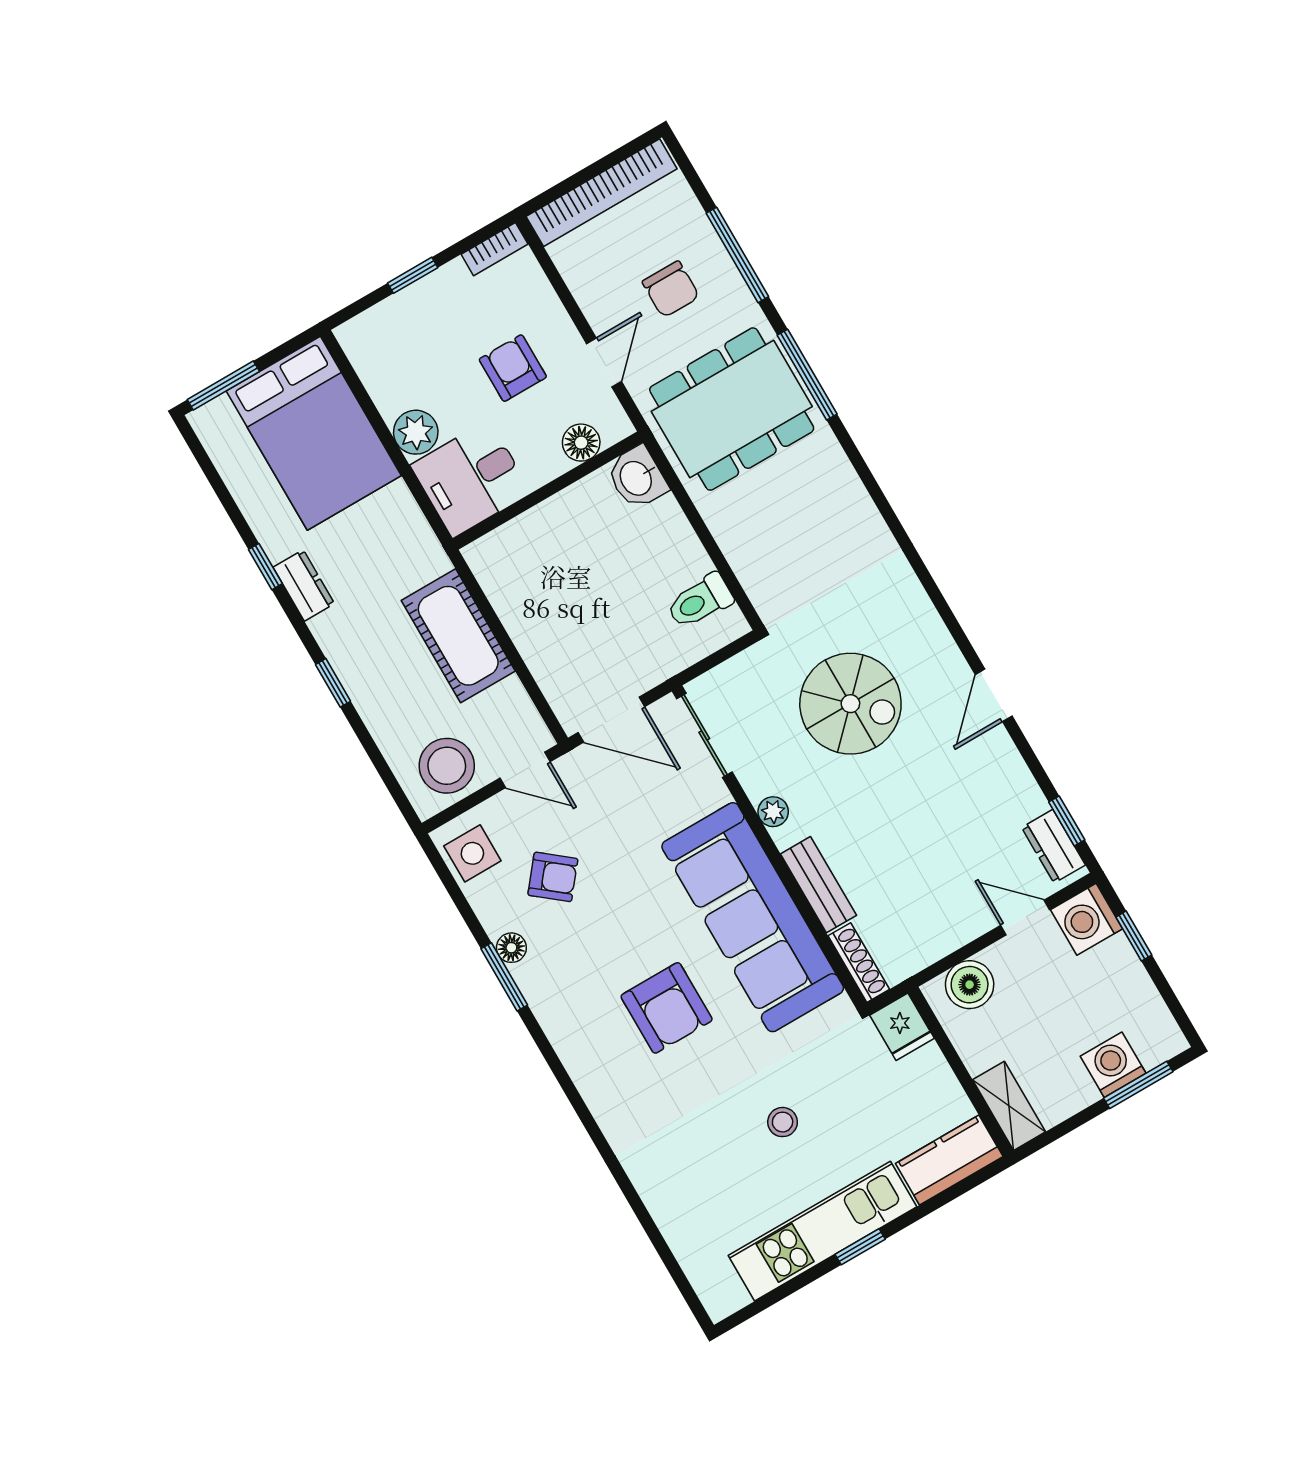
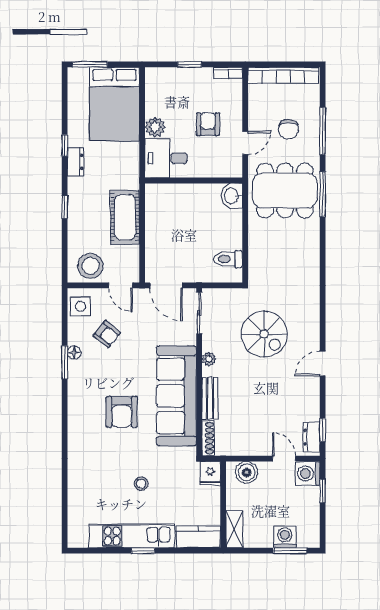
floor lamp: (581, 443) -> (218, 169), removed

